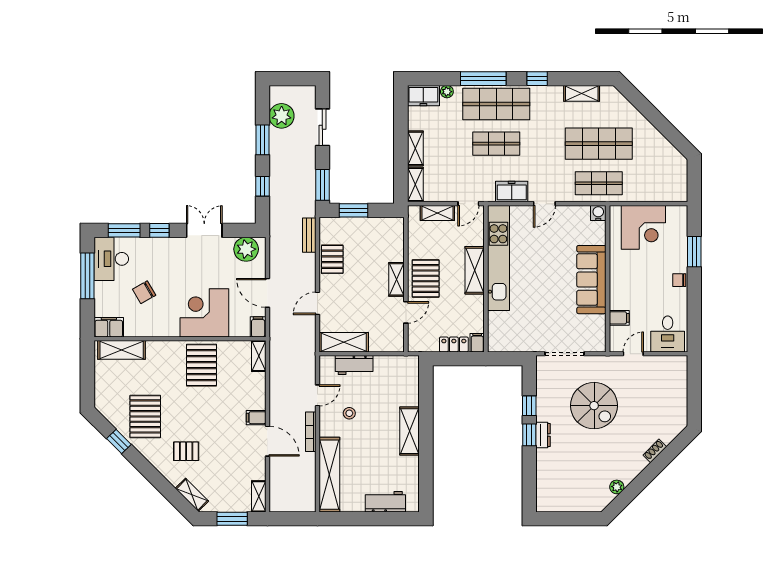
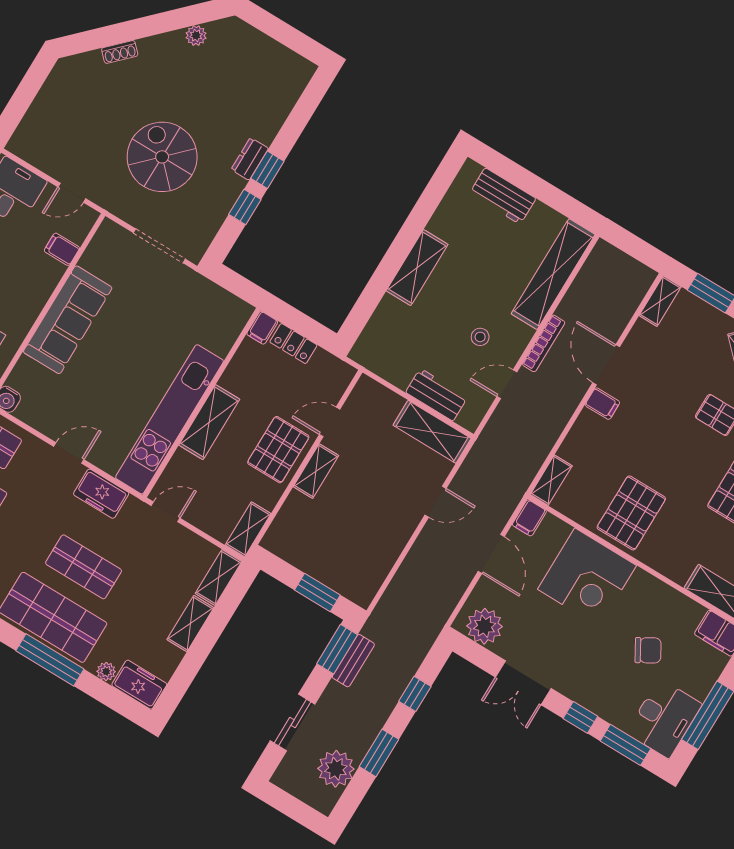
shelving: (437, 213) -> (248, 529), moved, turned 90
bench: (309, 235) -> (353, 661), moved
pallet: (332, 259) -> (382, 547), removed

